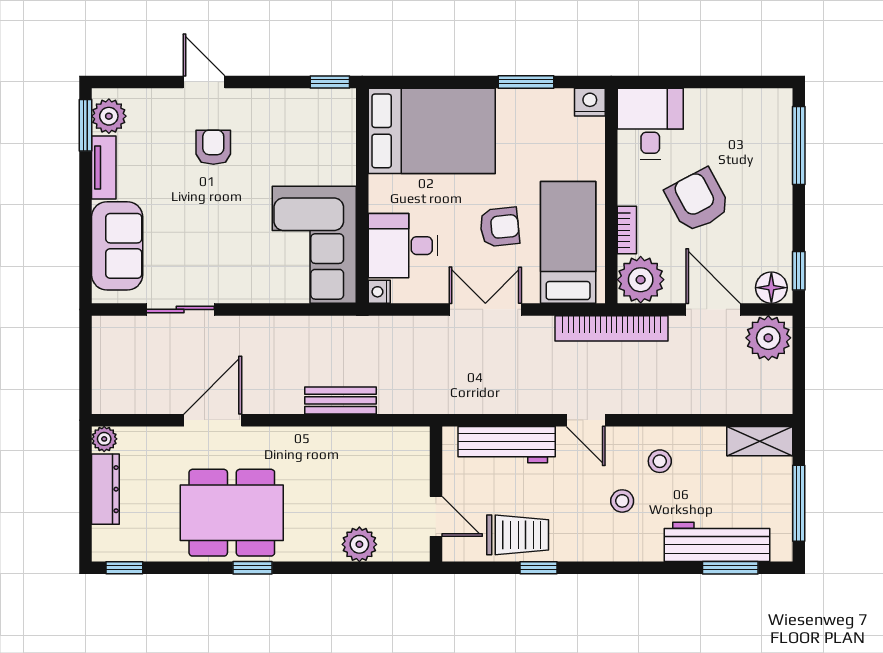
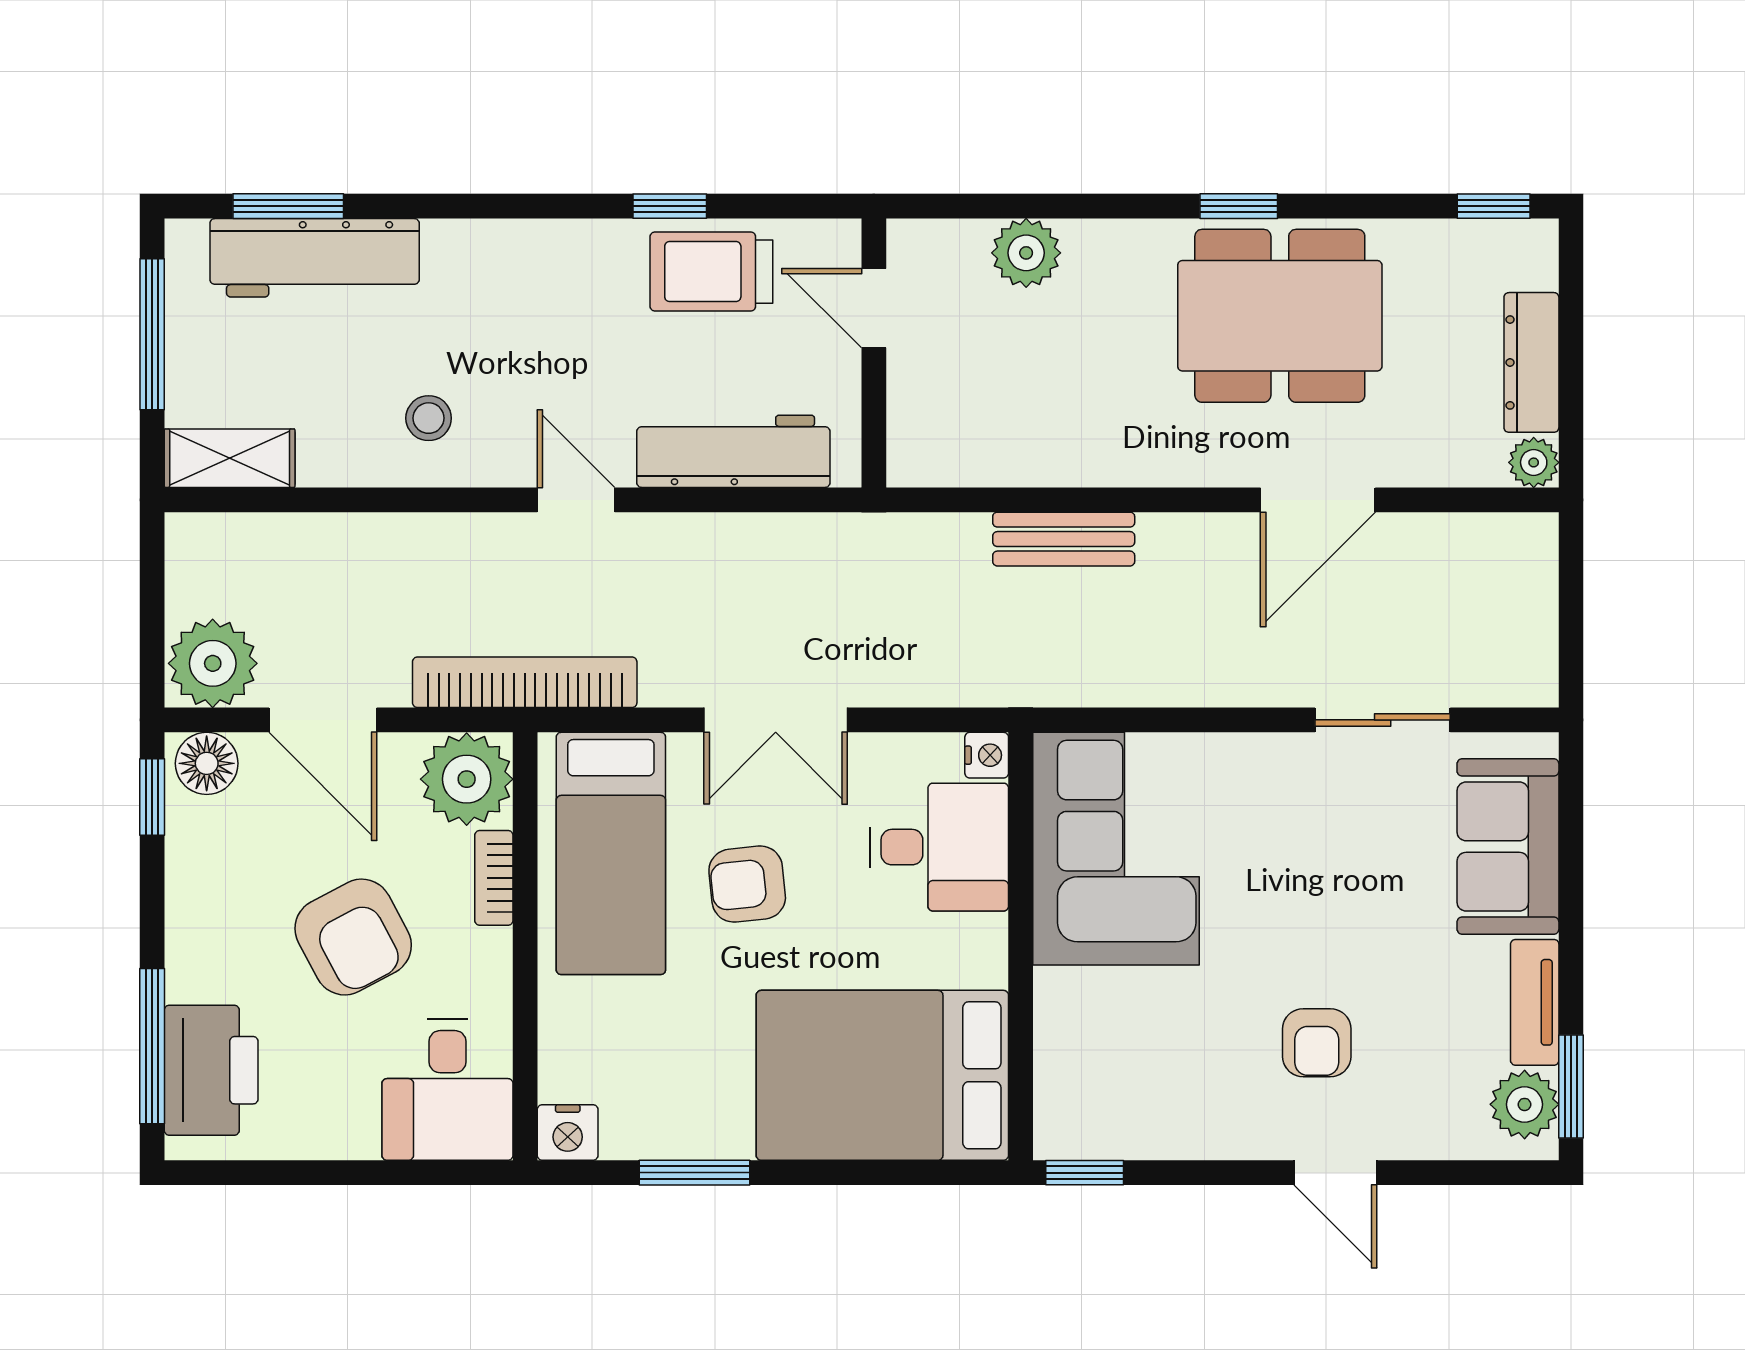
printer: (769, 133) -> (211, 1070), added
stool: (622, 501) -> (503, 339), removed

